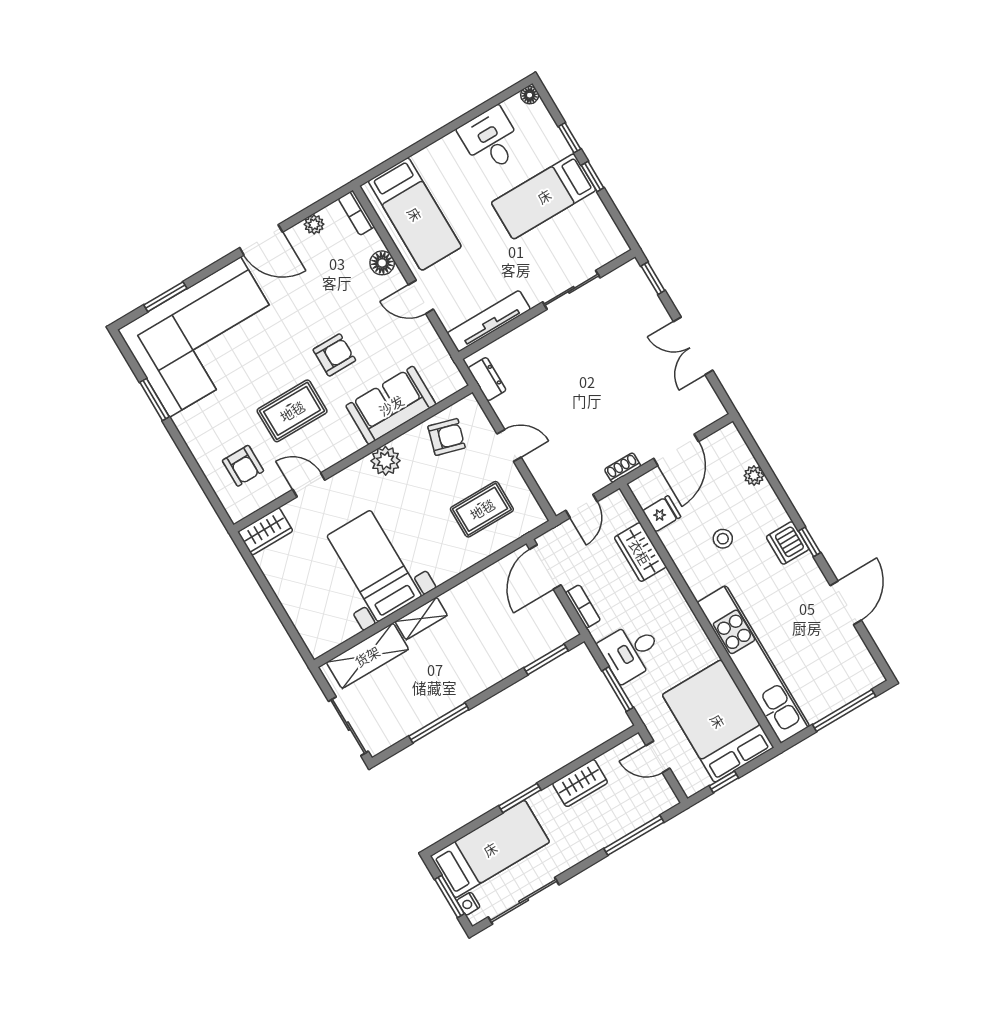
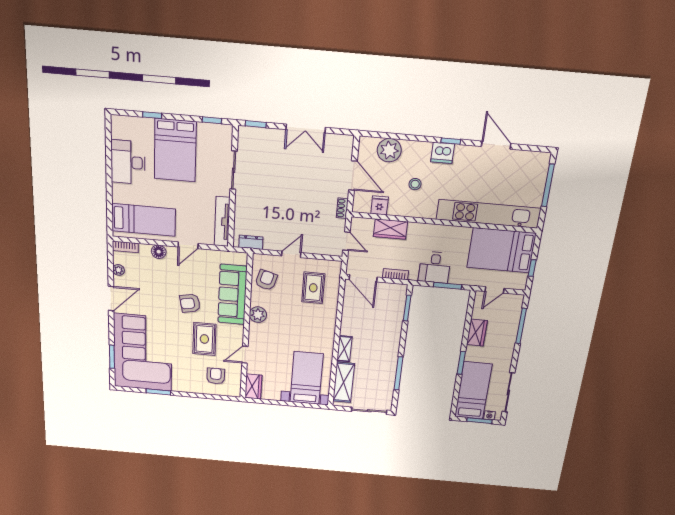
floor lamp: (530, 95) -> (116, 120), removed
desk: (491, 140) -> (128, 162), width x1.37
window: (593, 177) -> (212, 120), moved
bed: (544, 196) -> (175, 150), width x1.50
armchair: (334, 355) -> (190, 303), turned -101
sofa: (391, 405) -> (232, 295), width x1.36
armchair: (243, 466) -> (216, 376), turned -90
plant: (754, 476) -> (389, 150), width x1.87, depth x1.87
bed with nightstands: (374, 566) -> (307, 378), moved, turned 90

